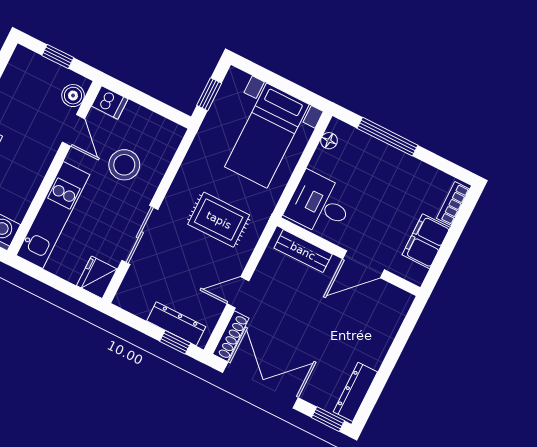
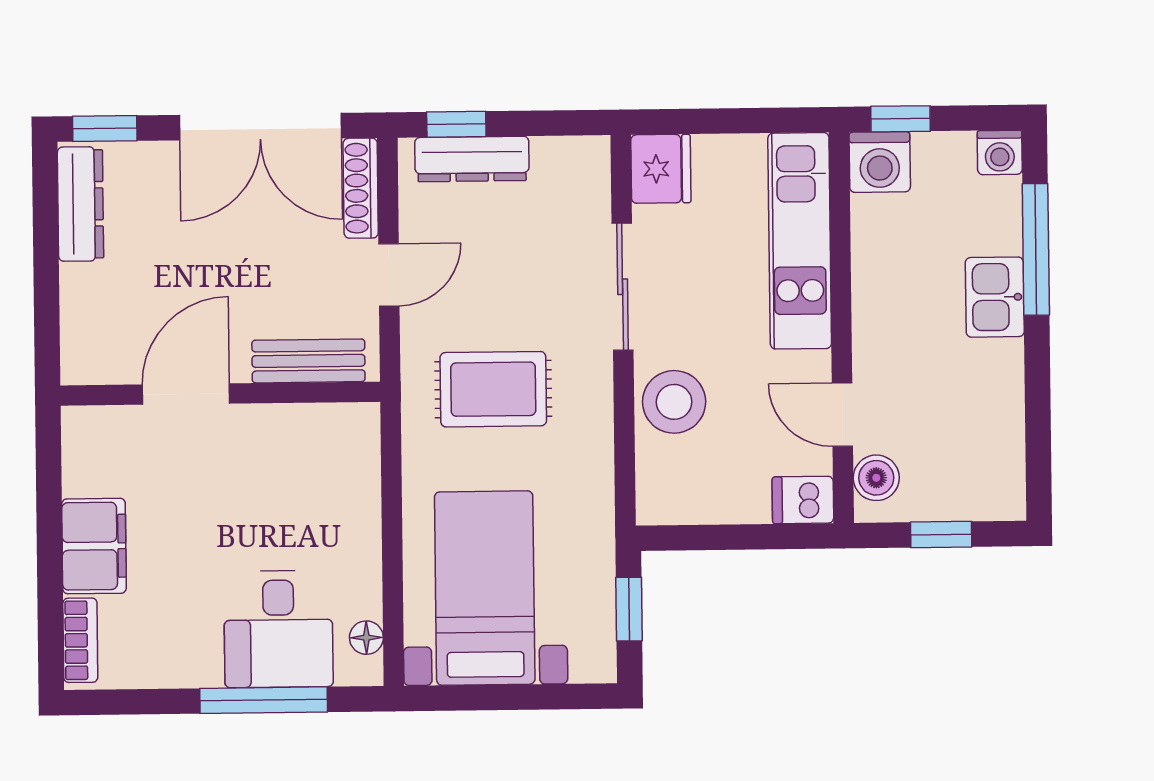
stool: (124, 165) -> (674, 402), moved
desk: (320, 204) -> (278, 629), moved, turned 90
bench: (303, 251) -> (308, 361), moved
wall: (349, 257) -> (220, 394), moved
door: (363, 264) -> (186, 394), moved

